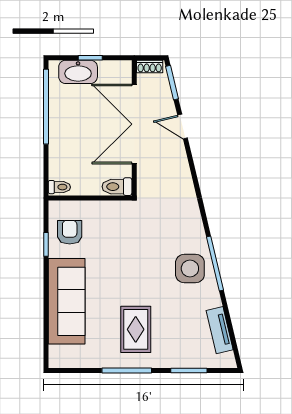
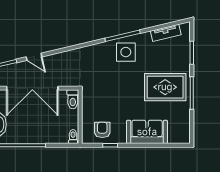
door: (183, 127) -> (34, 57), hinge flipped
armchair: (70, 232) -> (102, 130), turned 90
sofa: (67, 301) -> (147, 132), width x0.73
rug: (136, 329) -> (165, 87), width x1.36, depth x1.43

